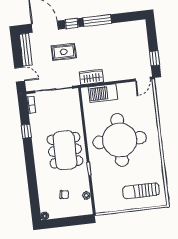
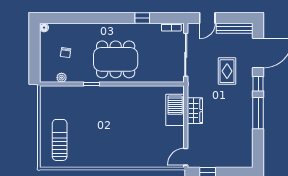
wardrobe: (91, 77) -> (195, 111), moved
door: (143, 79) -> (186, 157), hinge flipped
round table: (120, 140) -> (120, 123), removed

